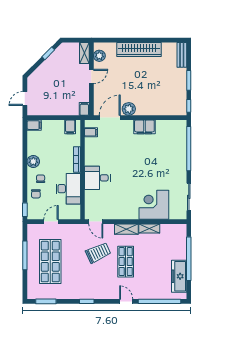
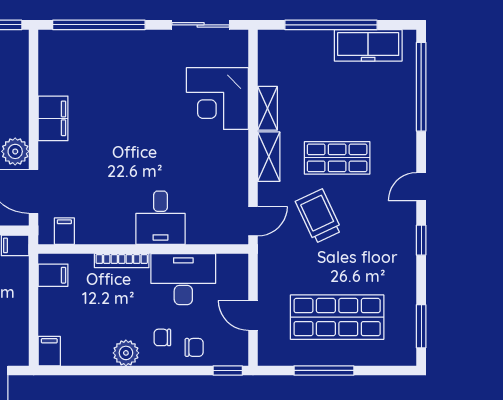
door: (126, 301) -> (421, 187), moved

